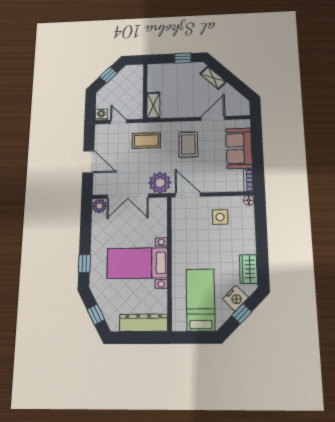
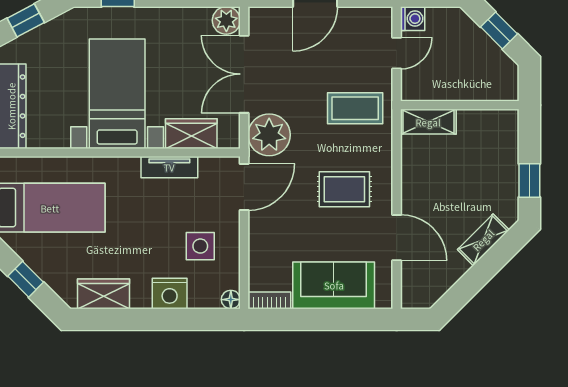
coffee table: (146, 141) -> (355, 108), turned 90
wardrobe: (159, 223) -> (191, 134), added
tv unit: (177, 234) -> (169, 167), added
nightstand: (235, 298) -> (170, 293), moved, turned -45

